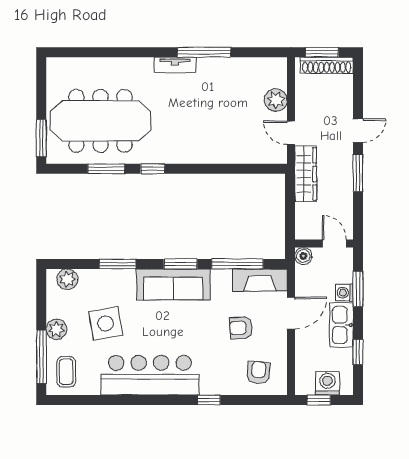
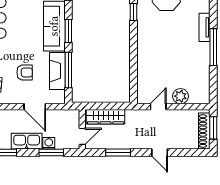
window: (358, 173) -> (118, 152), moved
wardrobe: (306, 174) -> (106, 117), moved
boiler: (303, 256) -> (74, 115), removed
fireplace: (260, 280) -> (57, 71), moved
armchair: (241, 328) -> (25, 72), turned 93

